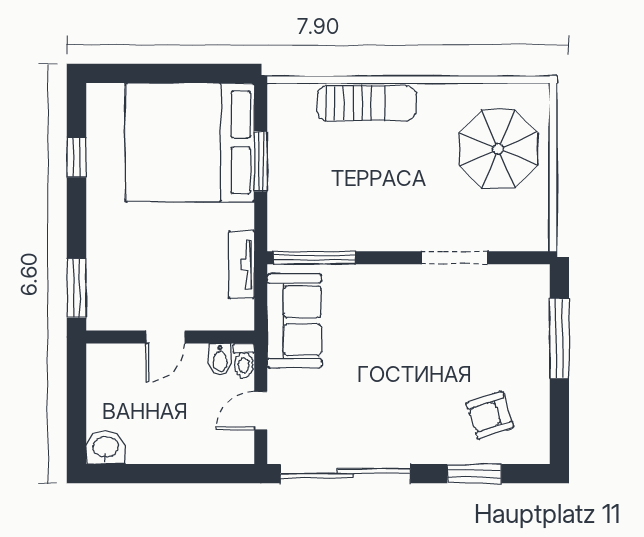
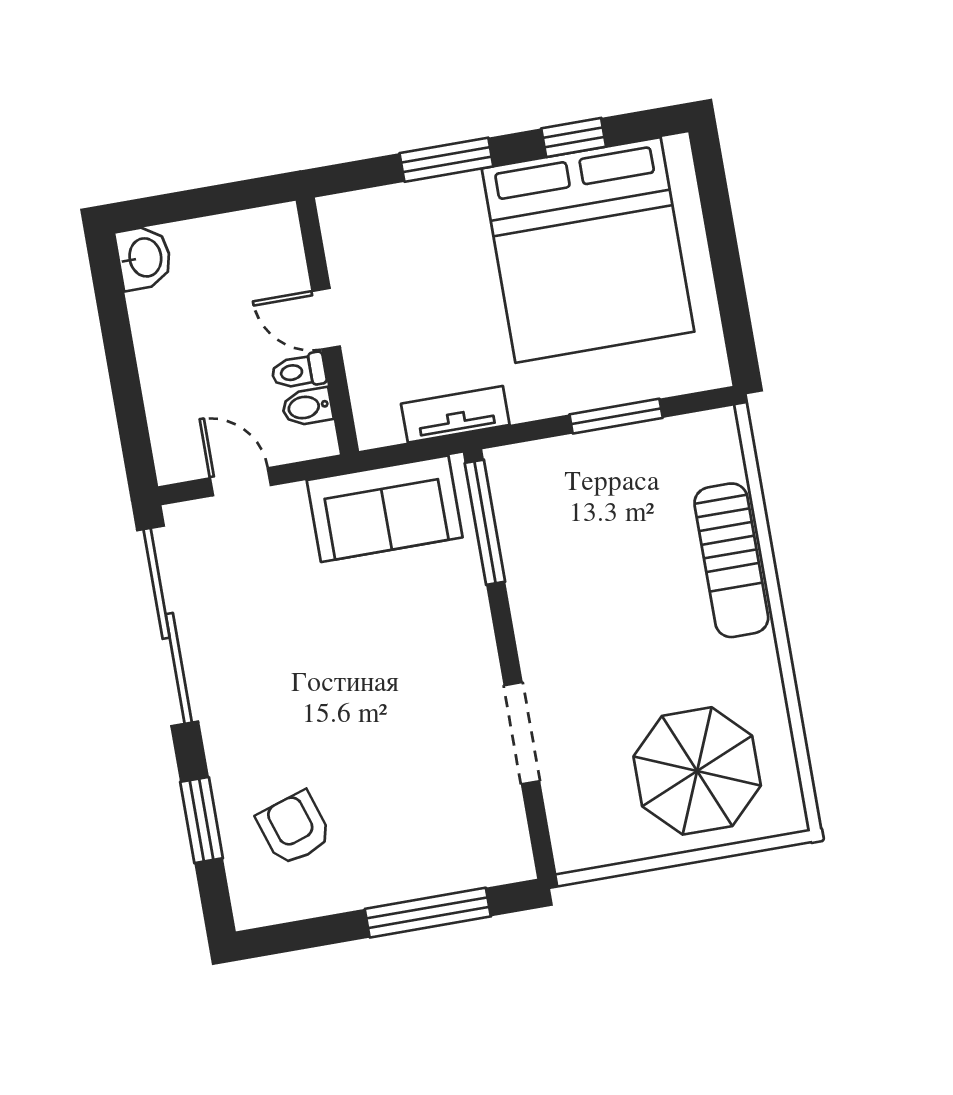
bed: (190, 142) -> (588, 250), moved, turned 180
window: (76, 288) -> (446, 160), moved
toilet: (244, 361) -> (299, 371), moved

